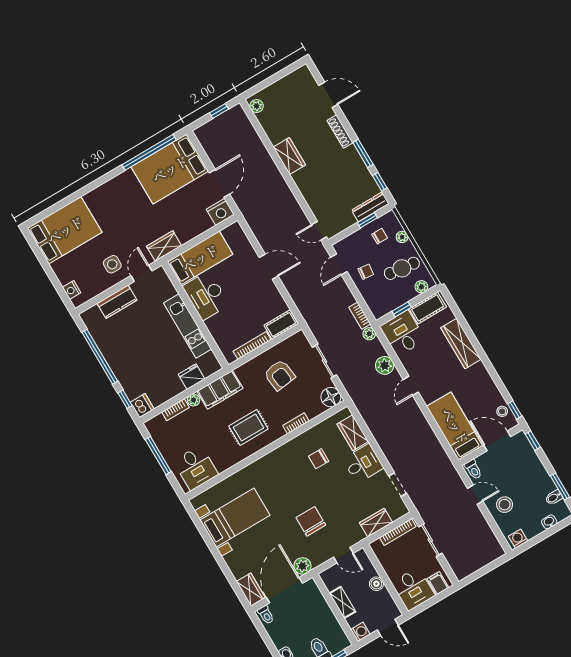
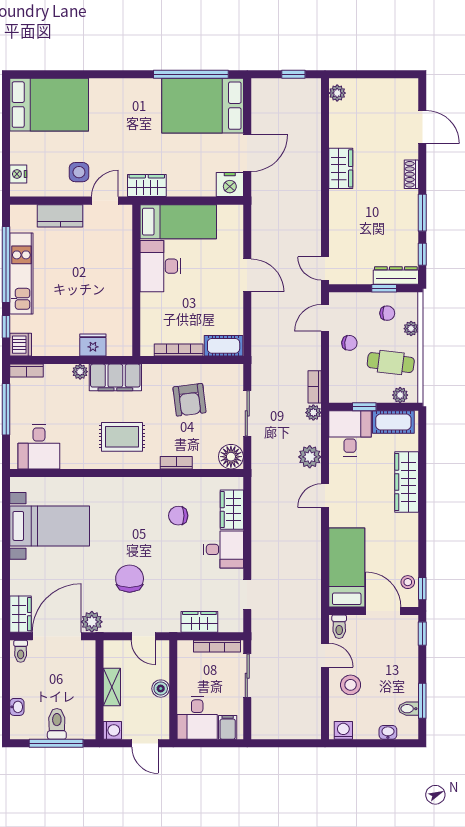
shoe rack: (340, 132) -> (411, 174), width x0.70
kitchen unit: (187, 326) -> (21, 274), moved, turned 180
bookcase: (176, 410) -> (26, 371), moved

